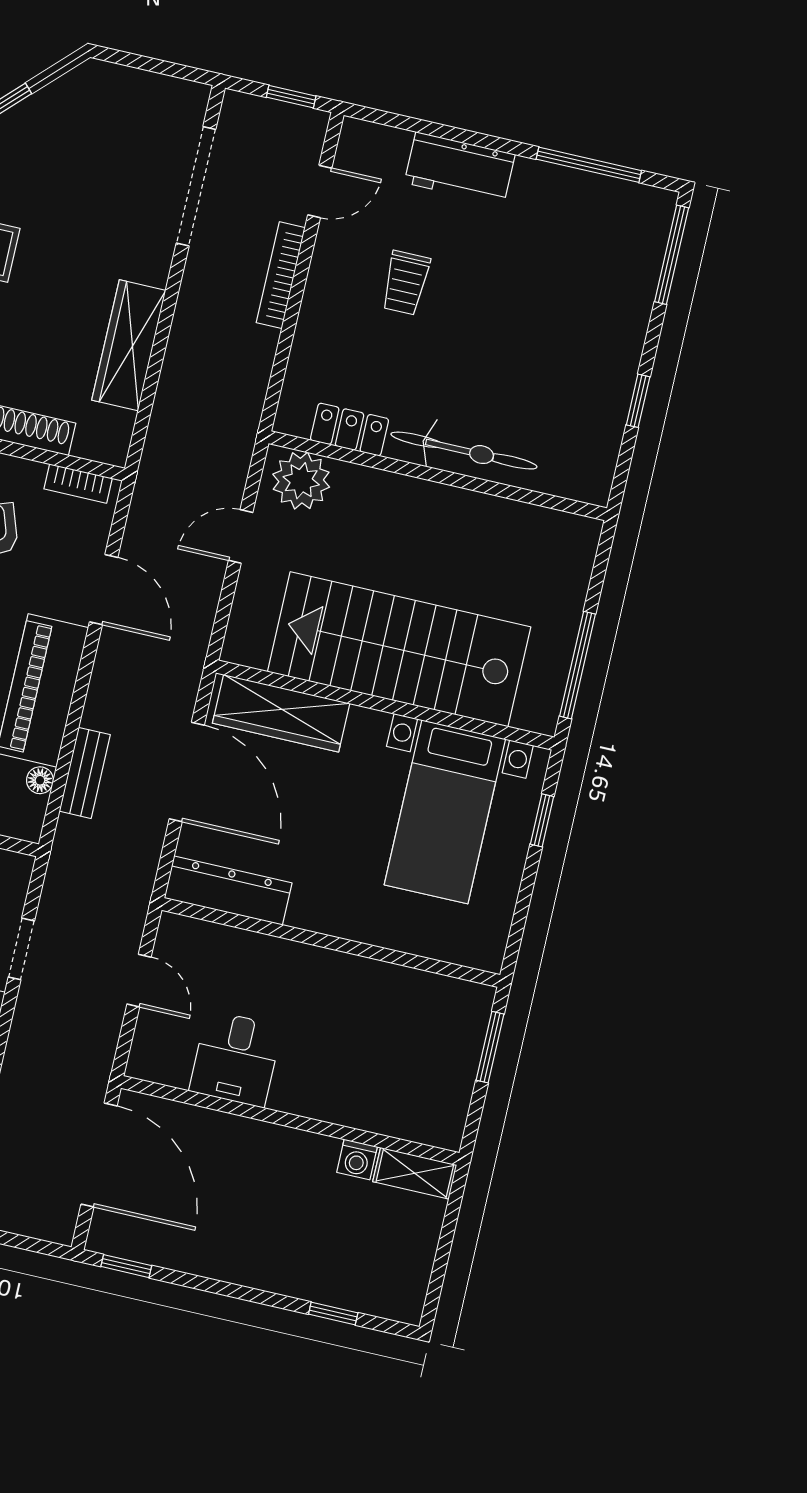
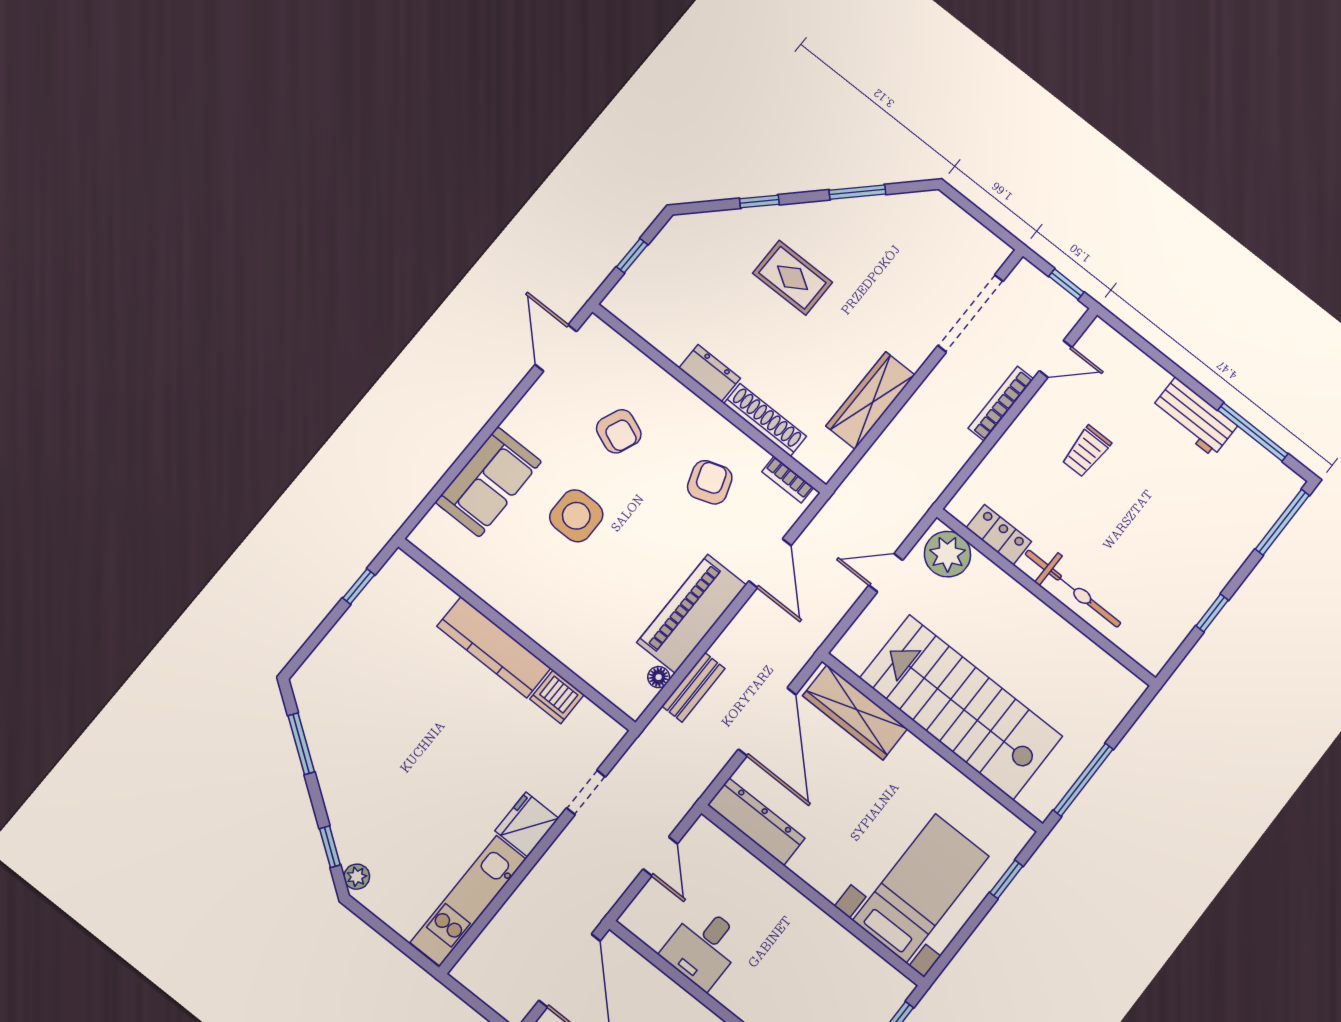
workbench: (460, 169) -> (1194, 417), moved
bed with nightstands: (445, 812) -> (921, 888), moved, turned 180

